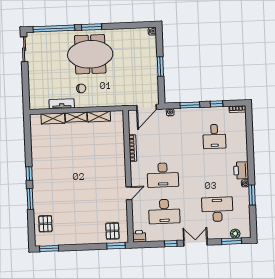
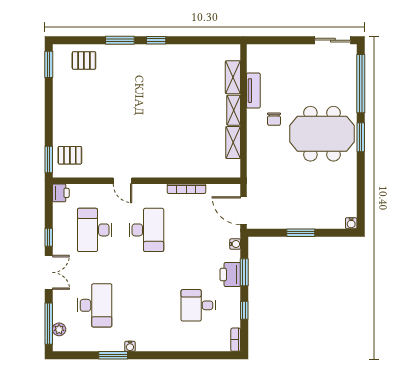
meeting table: (90, 54) -> (322, 134), turned 90
printer: (241, 170) -> (230, 275), moved, turned -90
desk: (163, 175) -> (146, 230), turned 180
window: (231, 241) -> (49, 324), width x1.44

